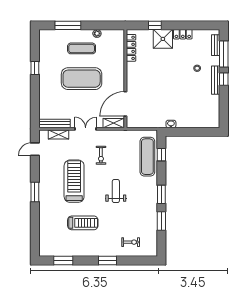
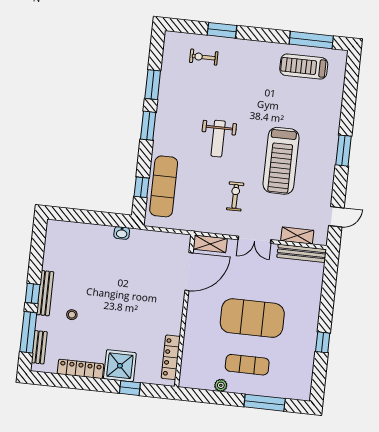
locker: (183, 34) -> (81, 369), width x1.53
treadmill: (83, 223) -> (304, 67), moved
window: (63, 260) -> (311, 40), width x1.44
window: (108, 260) -> (222, 30), moved

